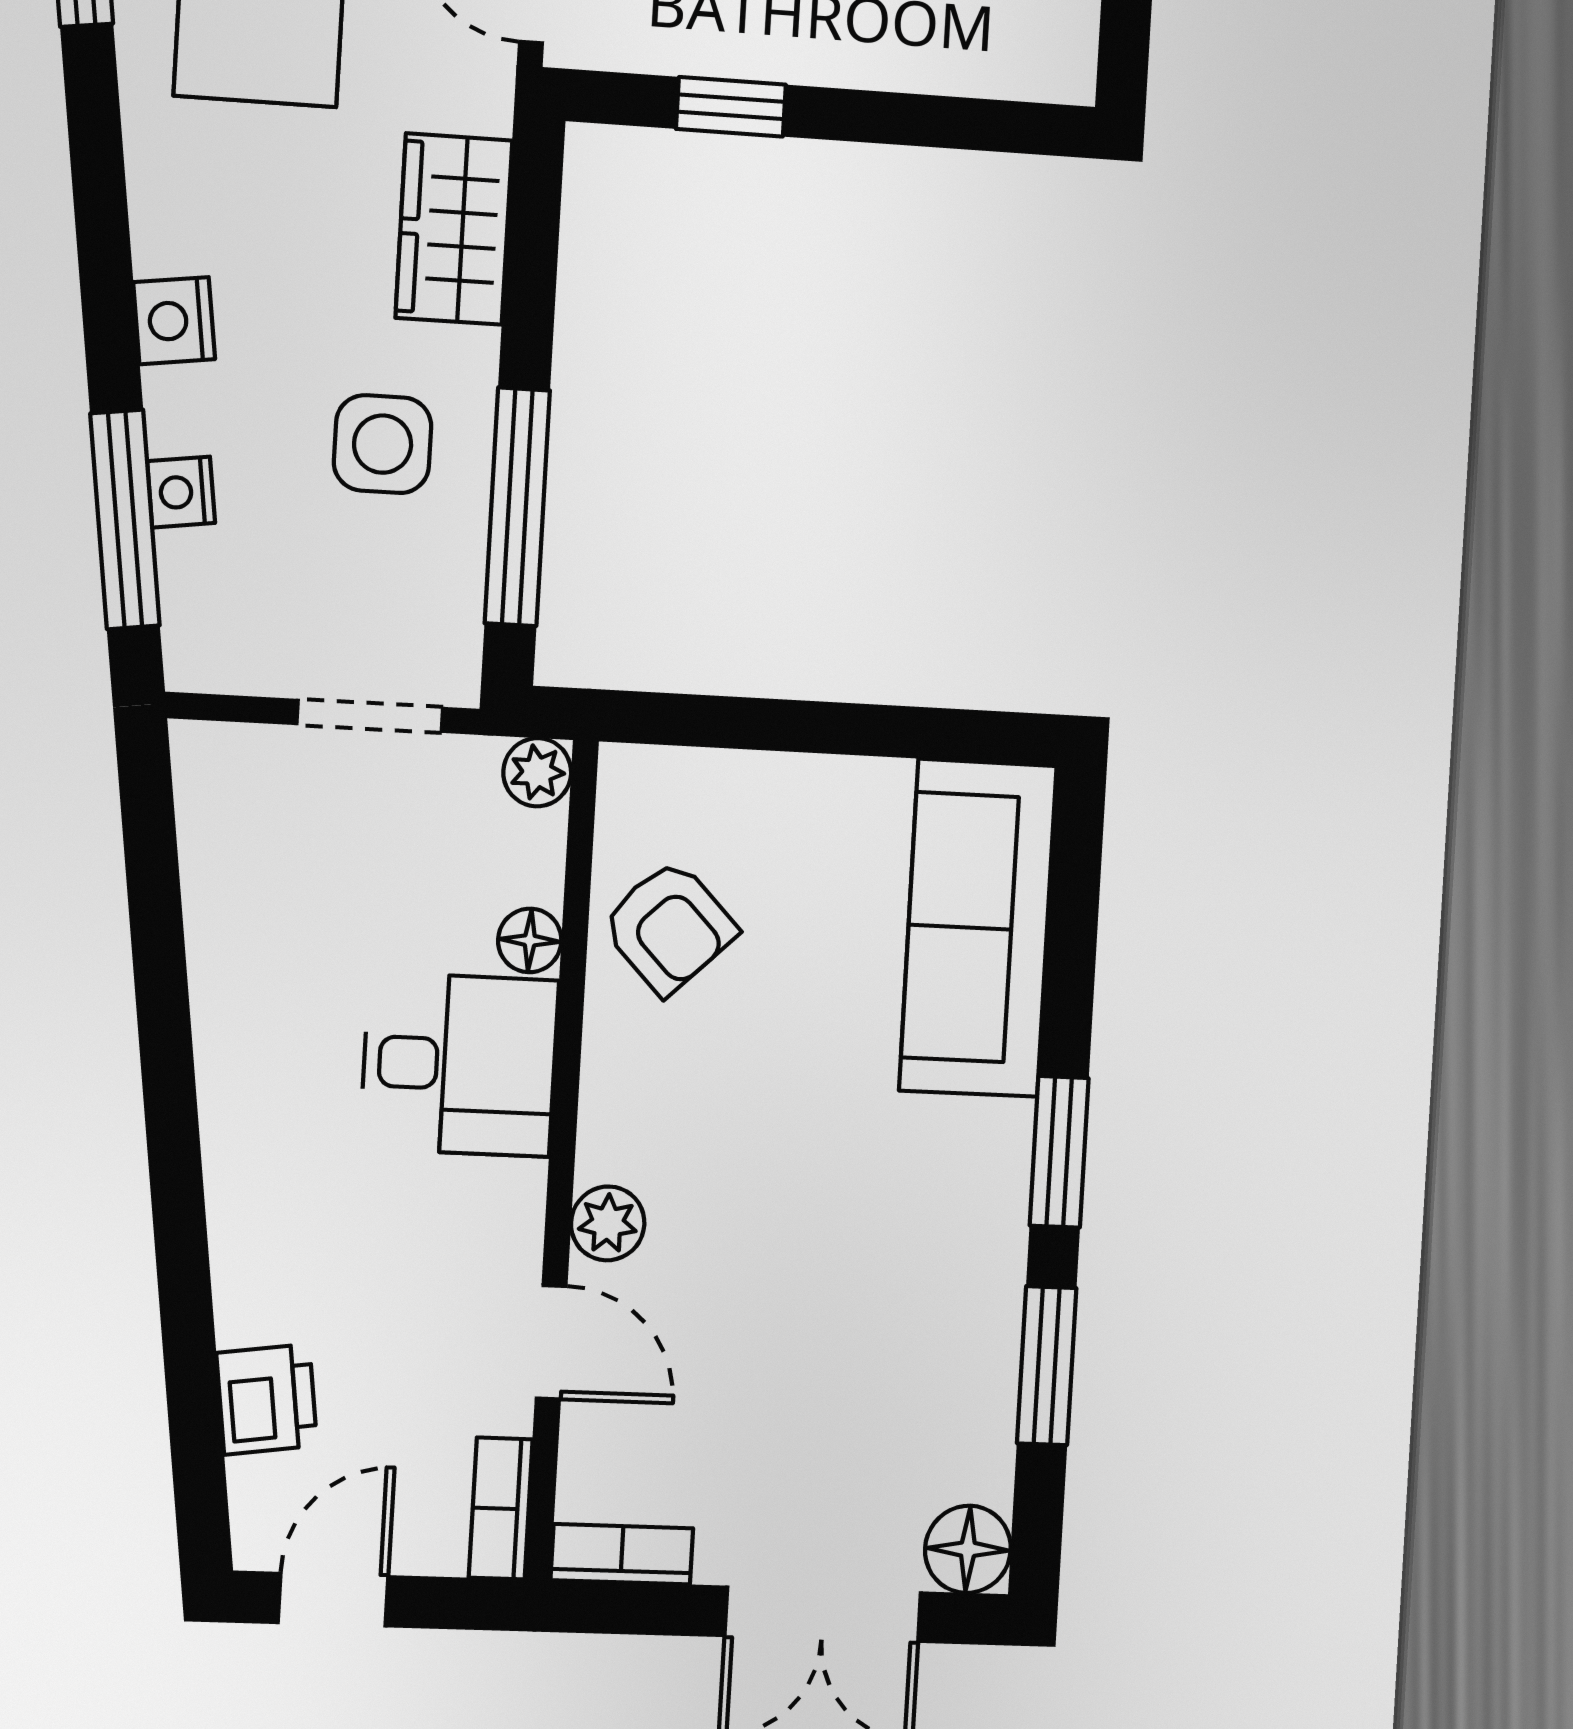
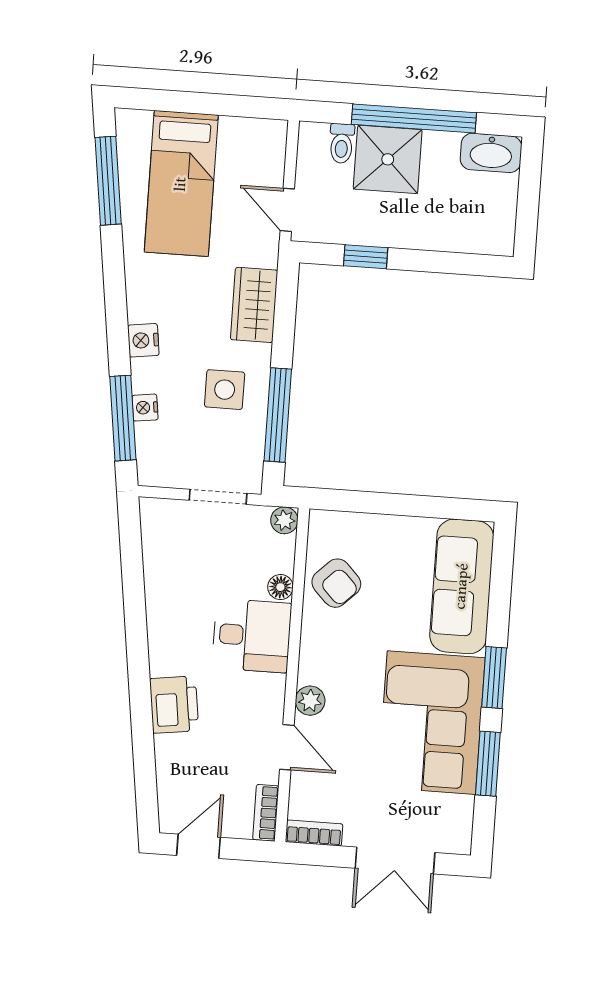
corner sofa: (908, 1269) -> (431, 723), added
printer: (267, 1399) -> (174, 705), moved, width x1.36, depth x1.24
floor lamp: (968, 1549) -> (455, 837), removed

